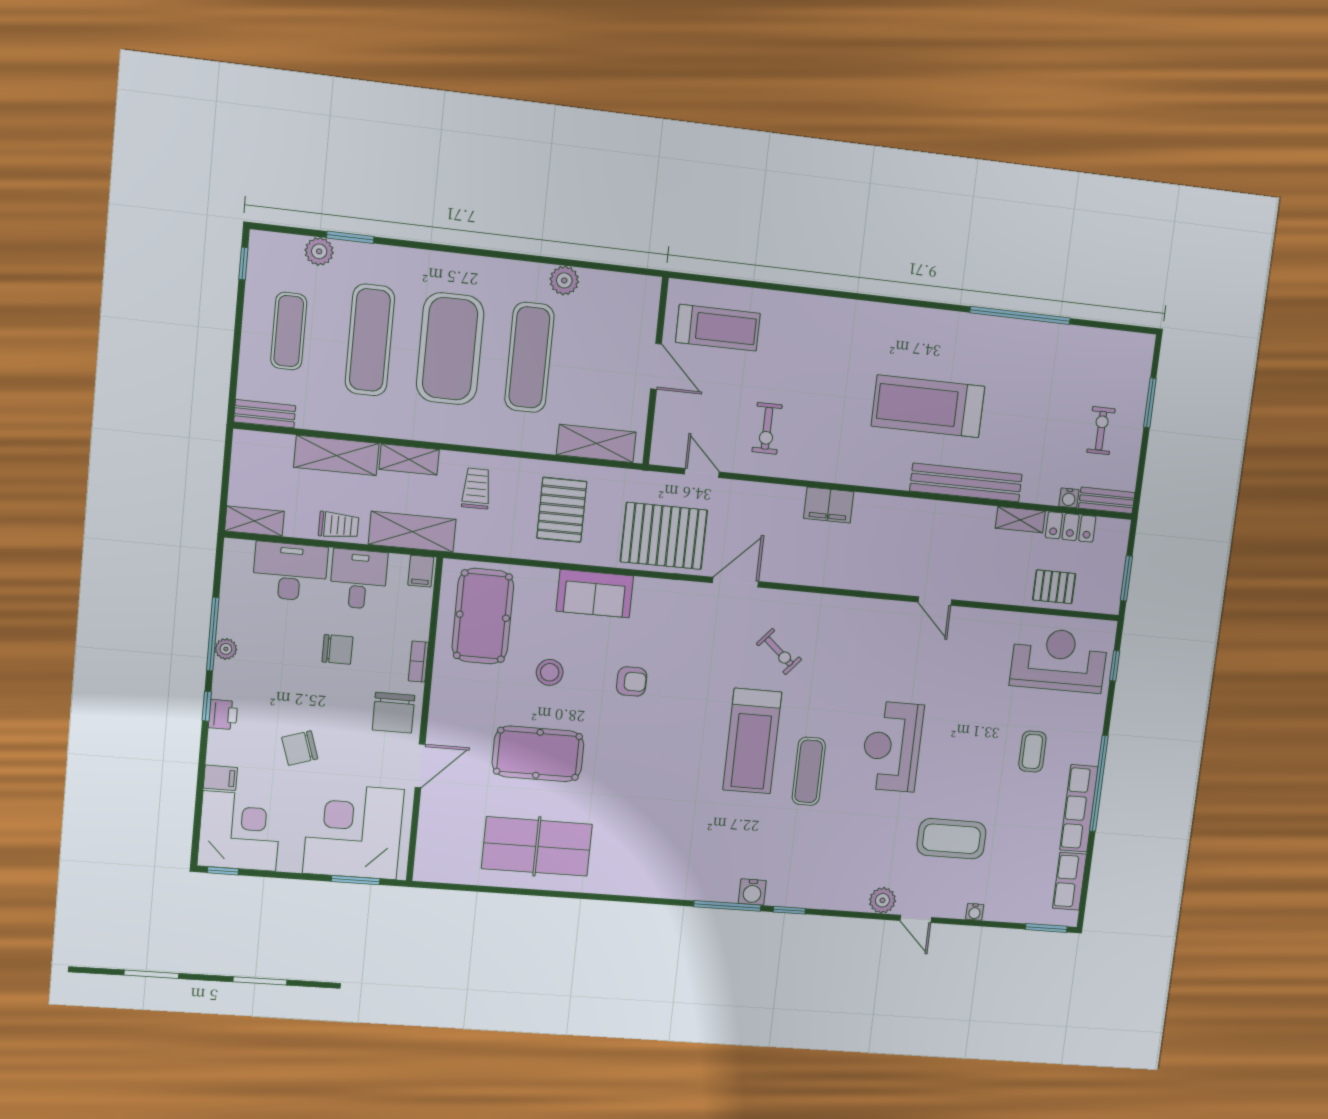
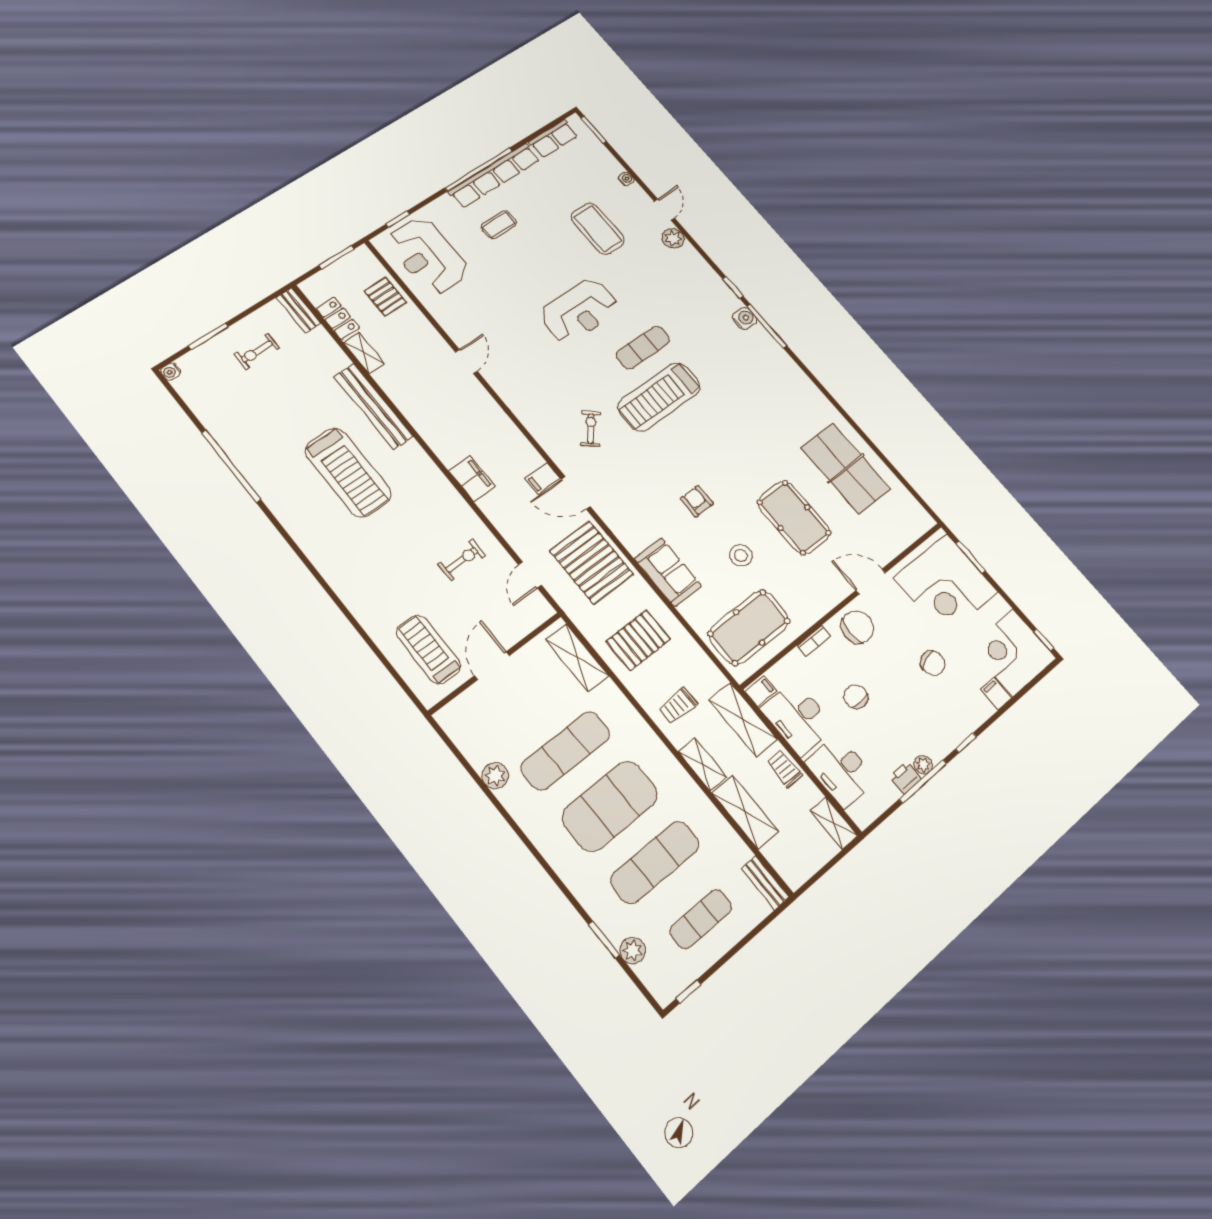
water cooler: (1069, 498) -> (171, 372), moved, turned 180
filing cabinet: (774, 566) -> (543, 478), added
desk: (359, 579) -> (798, 718), width x1.37
printer: (223, 715) -> (905, 778), moved
treadmill: (752, 741) -> (659, 397), turned 180
row of seats: (1079, 808) -> (495, 175), width x1.36

